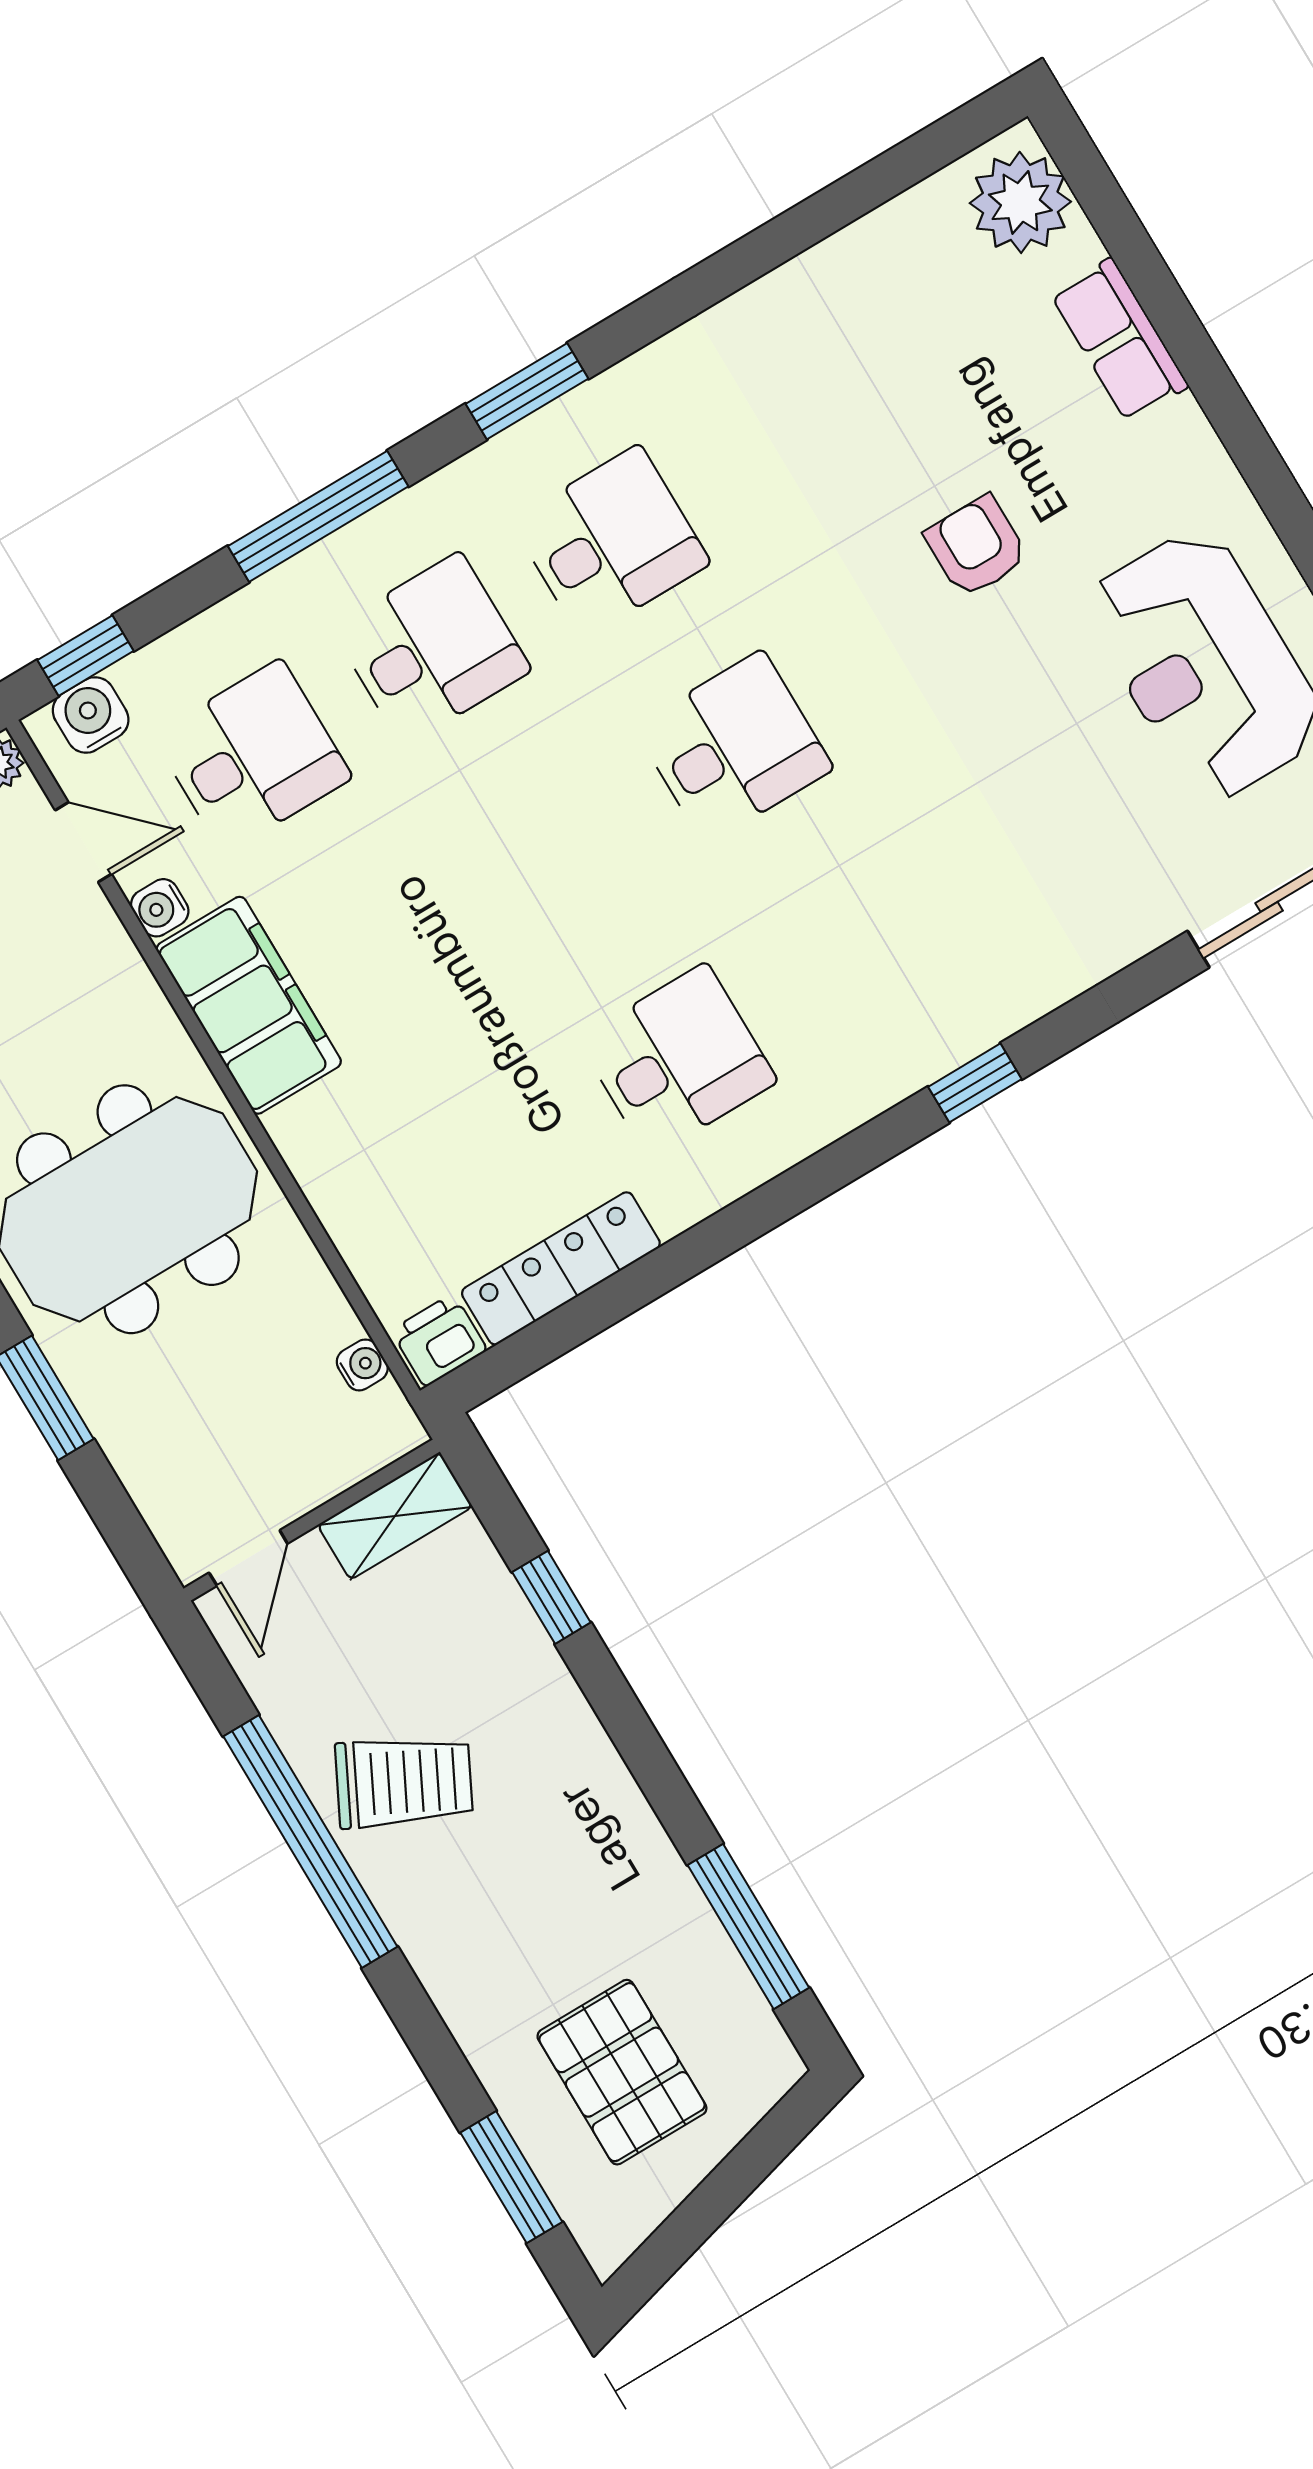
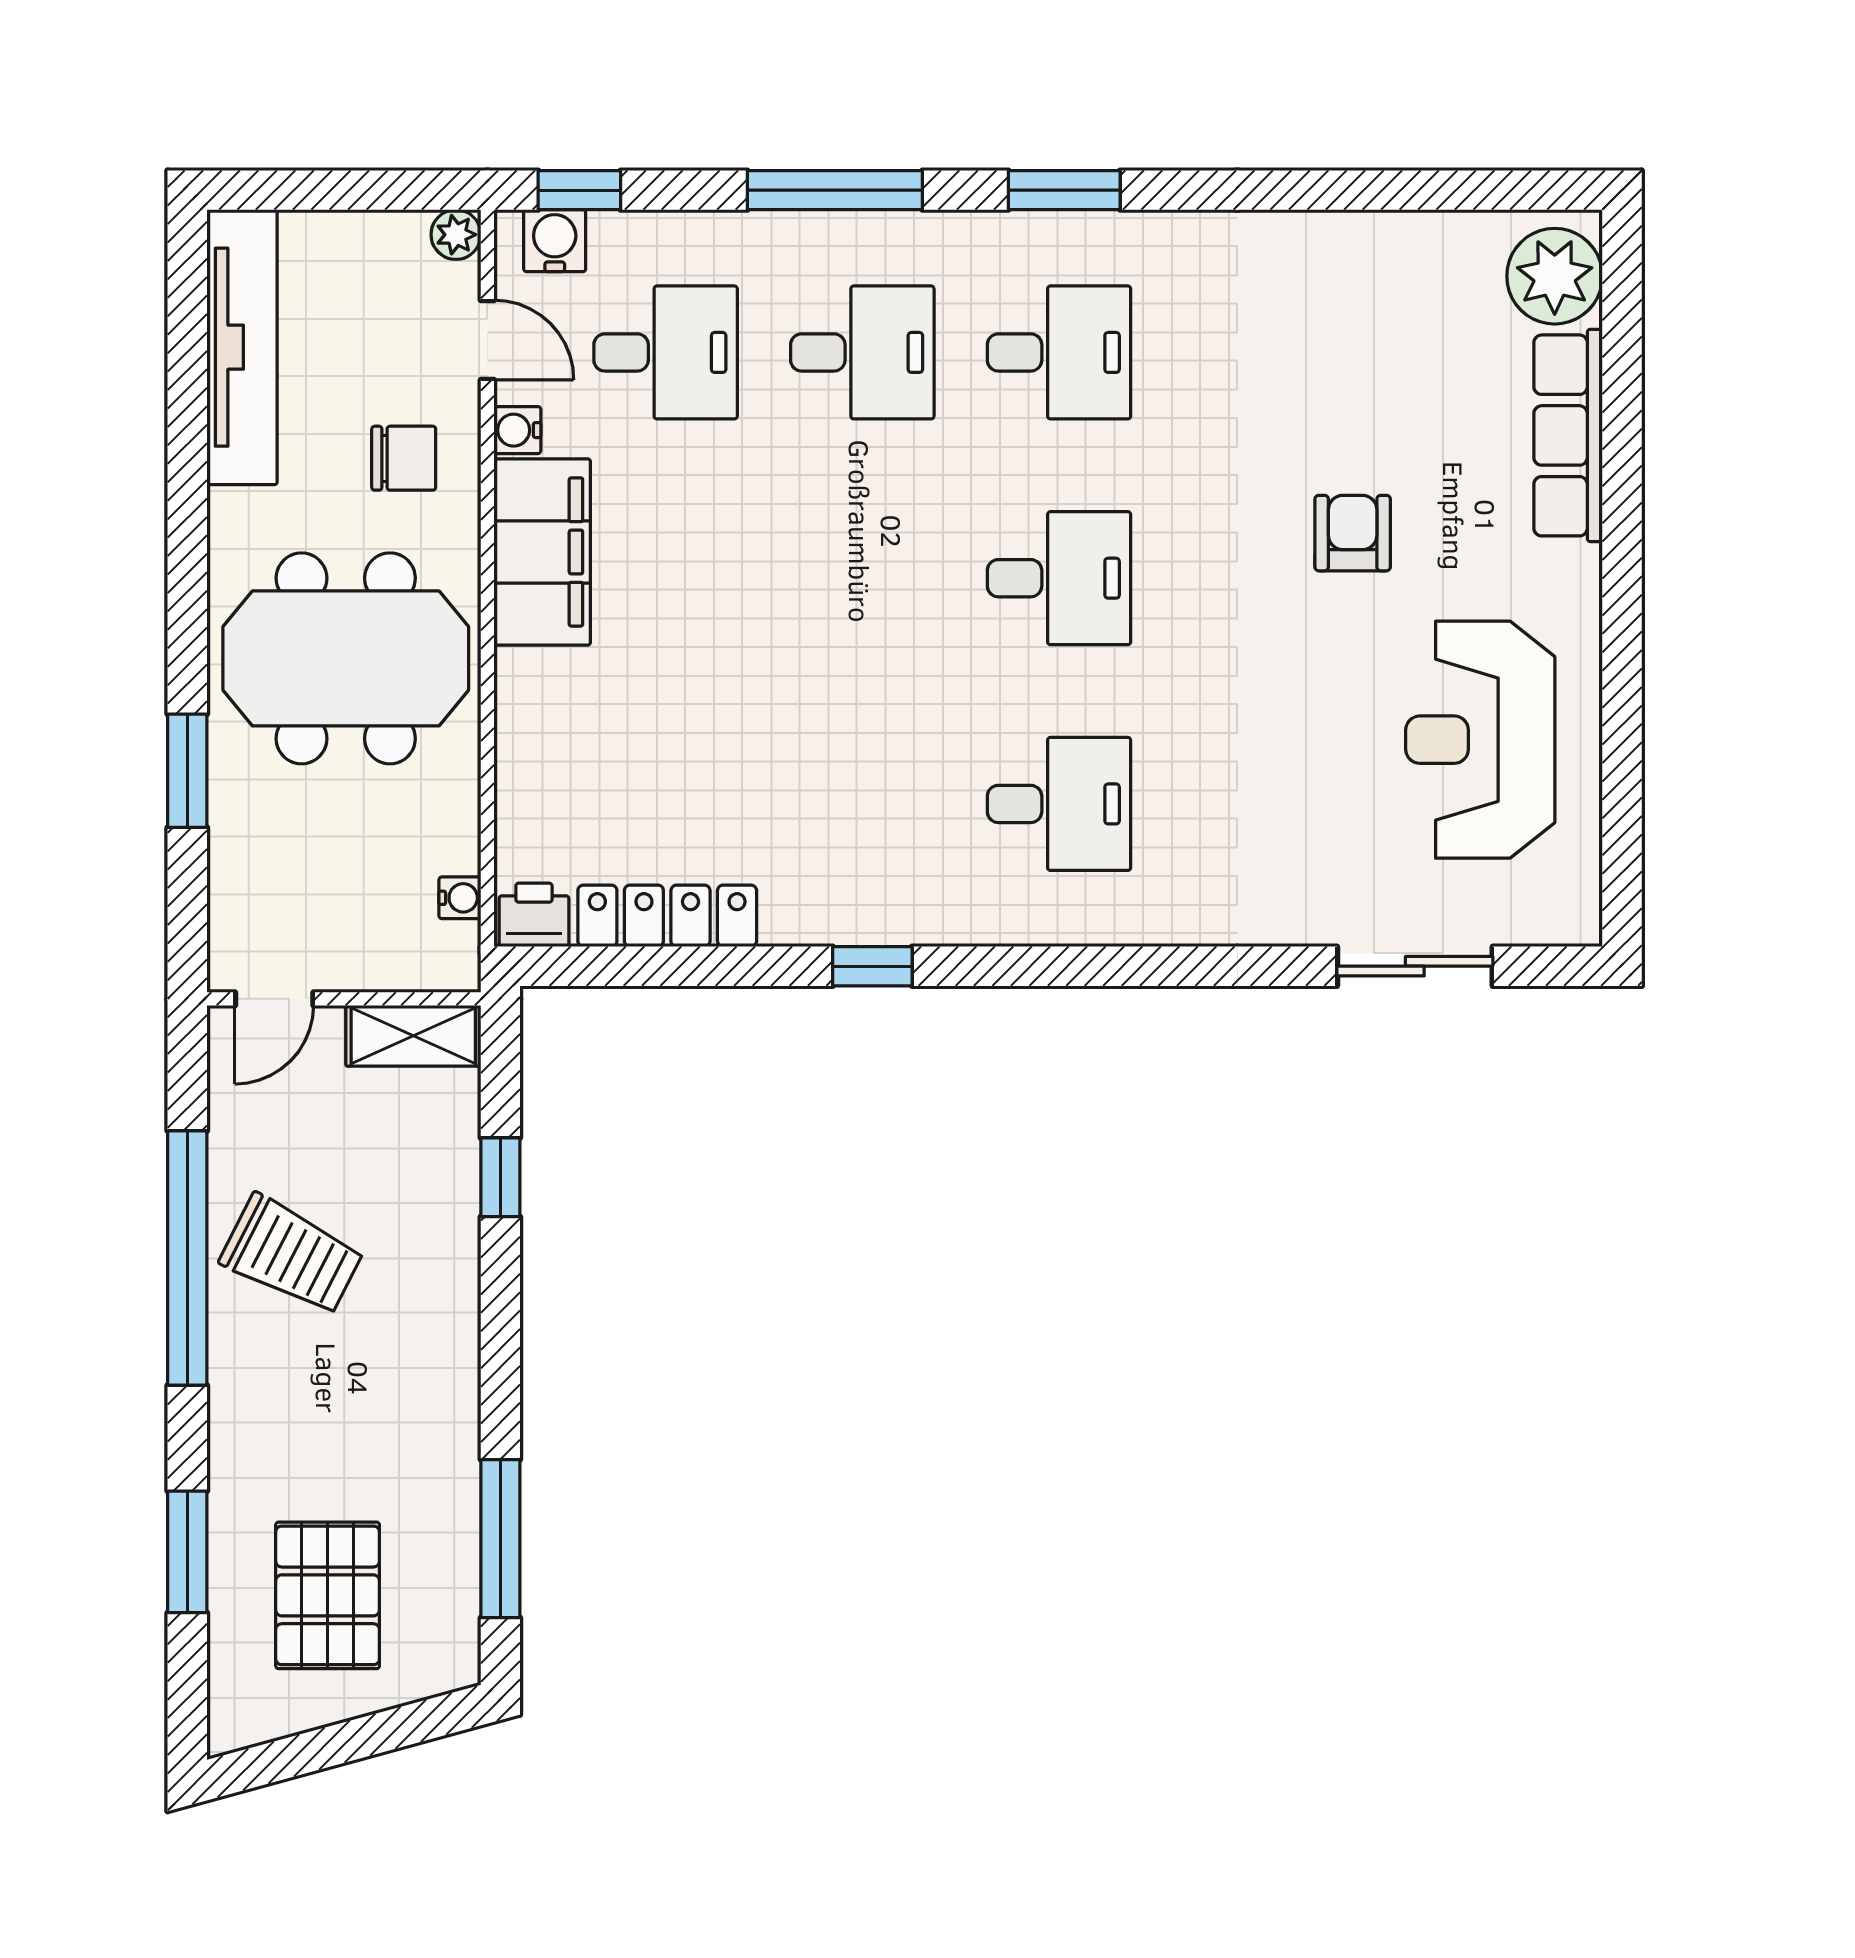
row of seats: (1119, 340) -> (1568, 435), width x1.48
chair: (72, 995) -> (404, 458), added
desk: (678, 1060) -> (1059, 804), moved
window: (975, 1083) -> (872, 966), moved
window: (511, 2177) -> (187, 1552), moved

